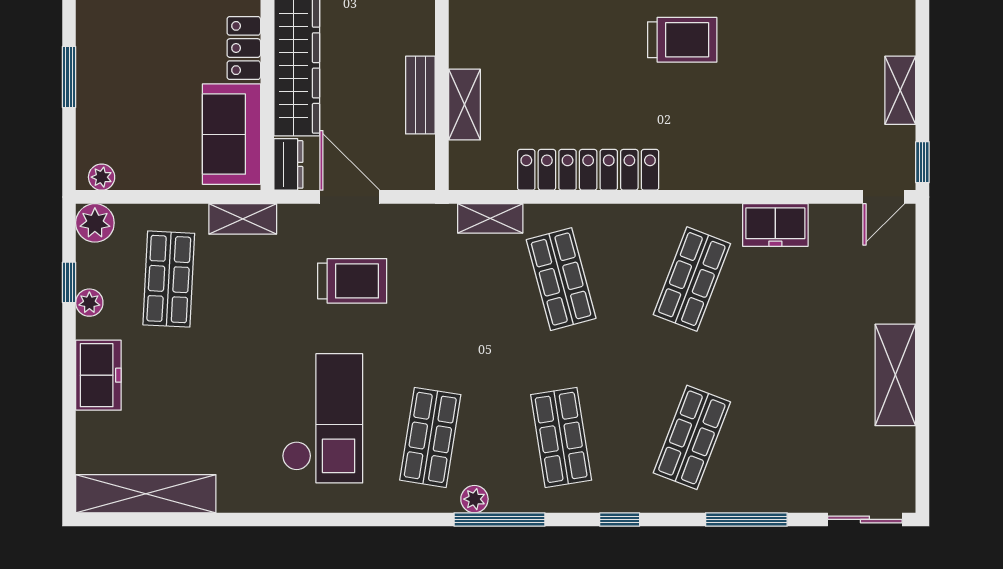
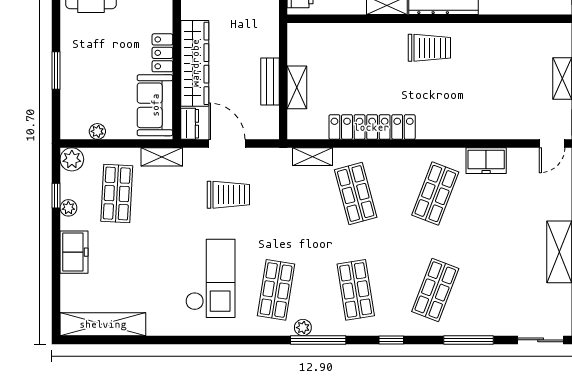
plant: (102, 177) -> (97, 131), moved

